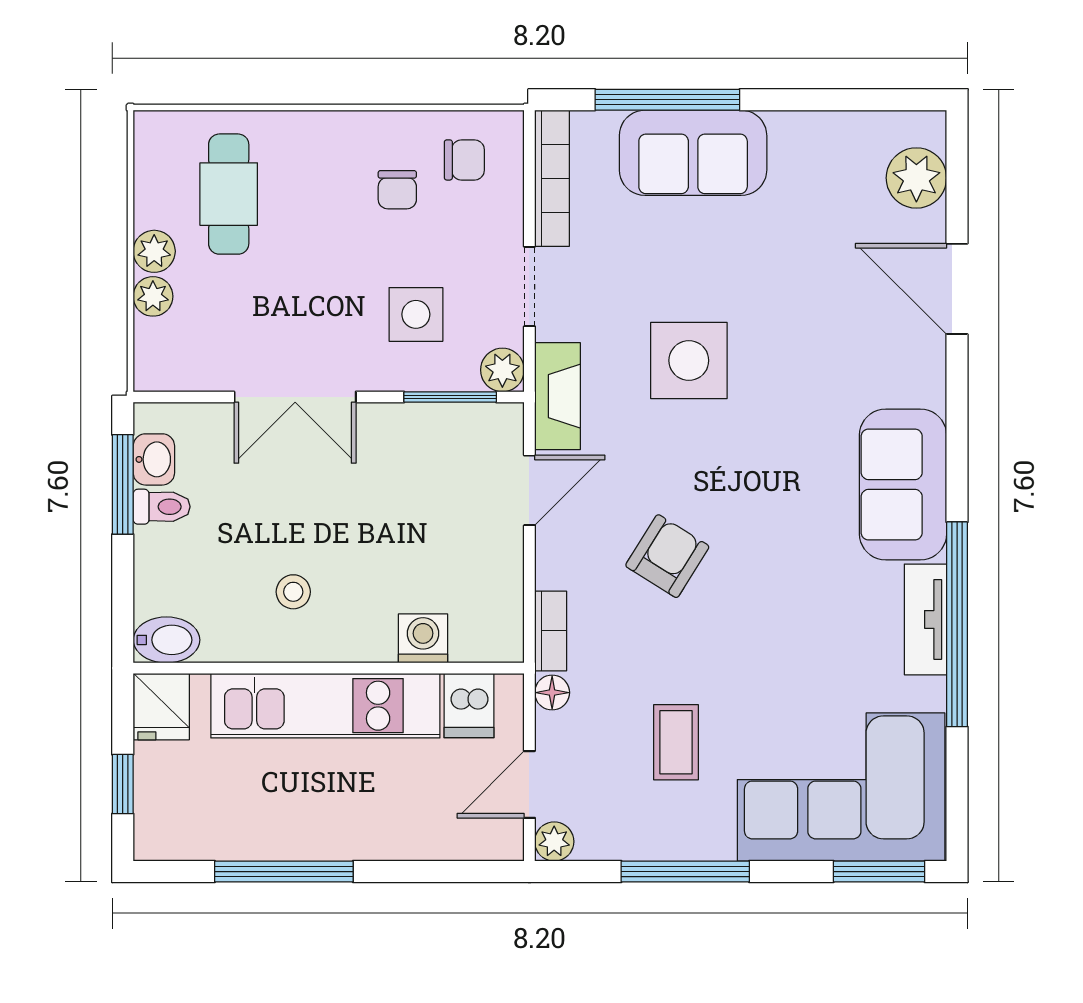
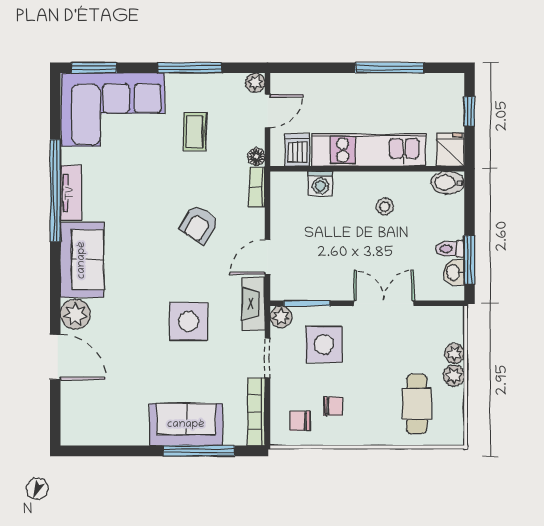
plant: (916, 178) -> (75, 314), moved
chair: (397, 190) -> (333, 406), turned 90
side table: (416, 314) -> (324, 344), width x1.37, depth x1.37

